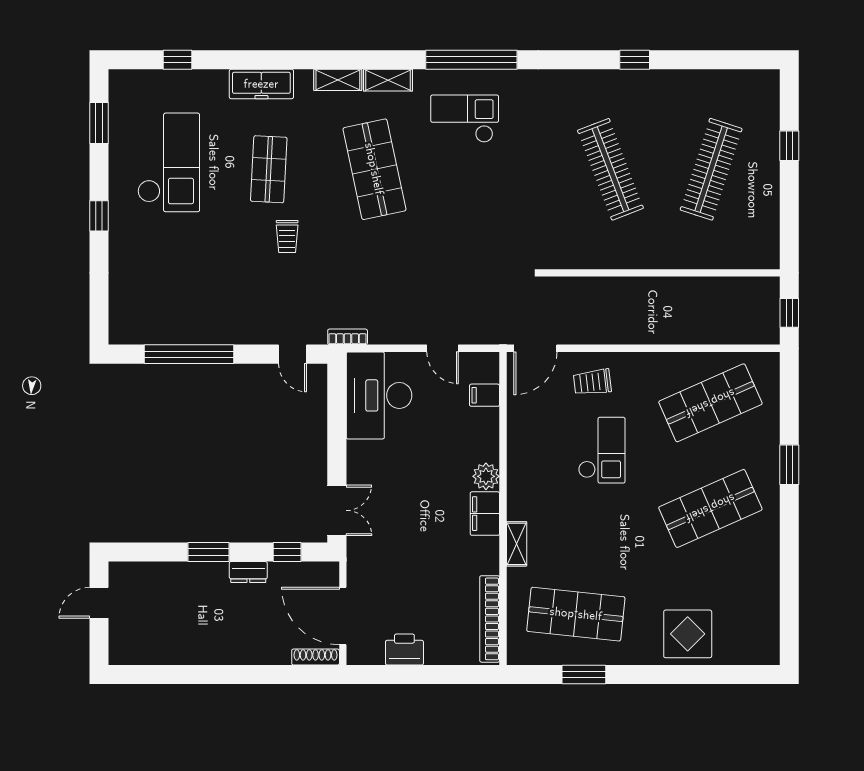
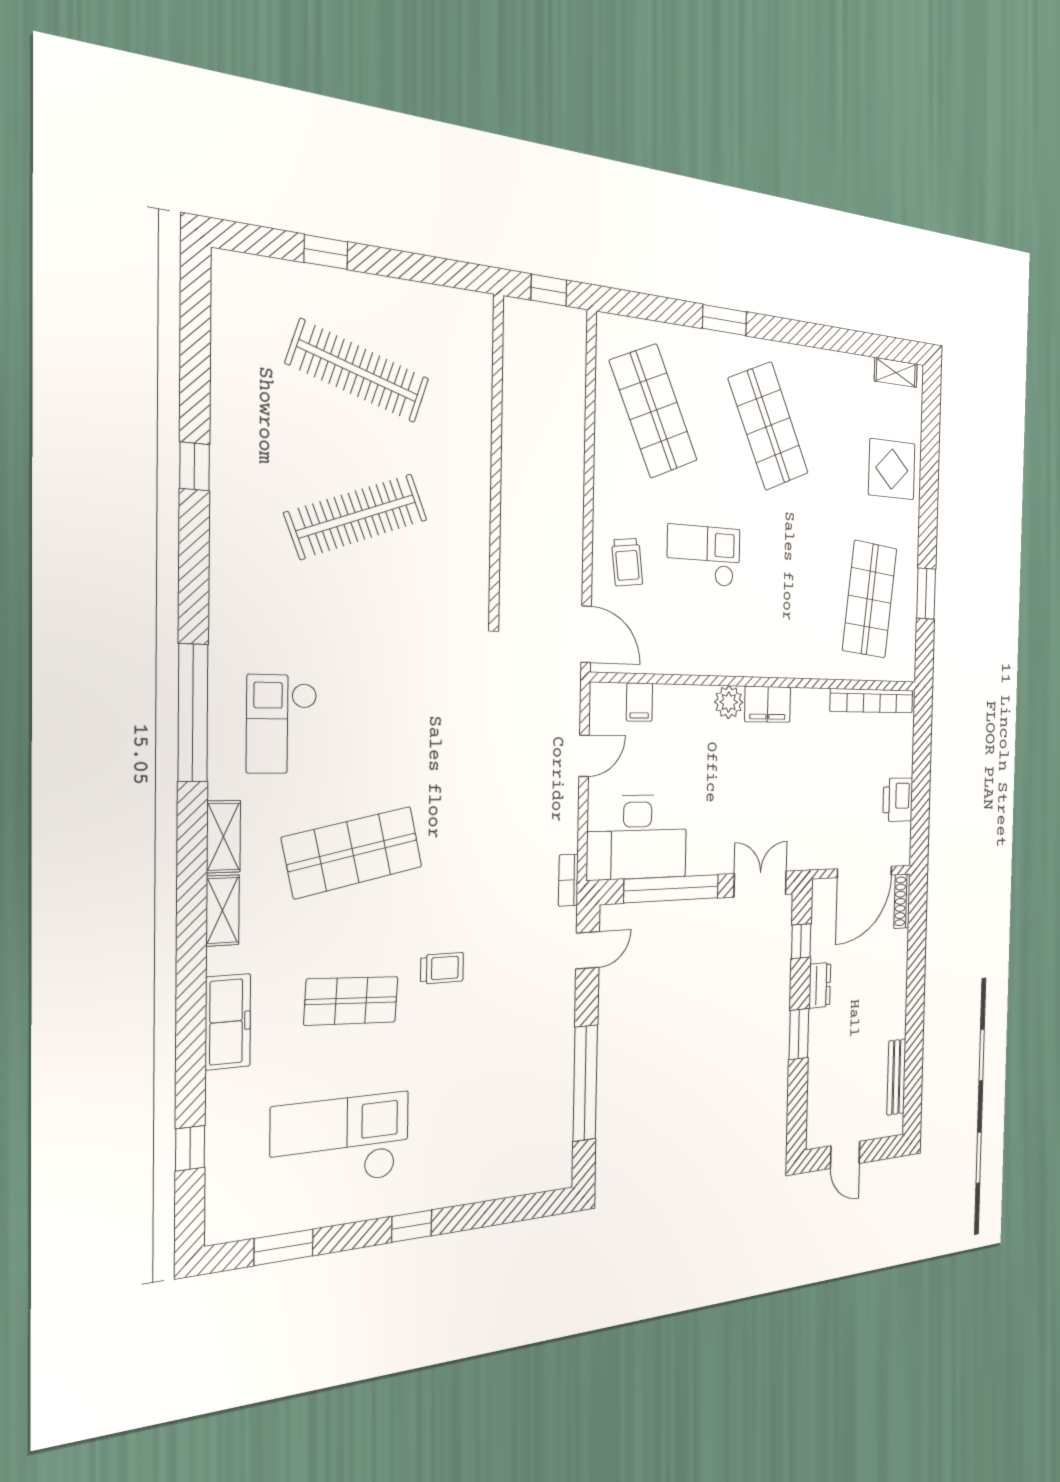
window: (337, 427) -> (672, 889), added
shelving: (517, 544) -> (896, 372), moved
bench: (161, 656) -> (896, 1077), added

